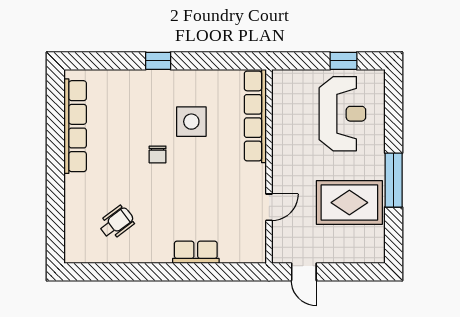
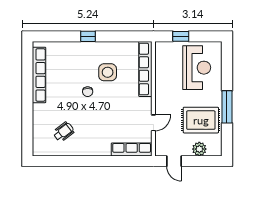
window: (343, 61) -> (181, 36), moved
row of seats: (196, 252) -> (132, 149), moved, width x1.48
plant: (347, 252) -> (199, 149), added

